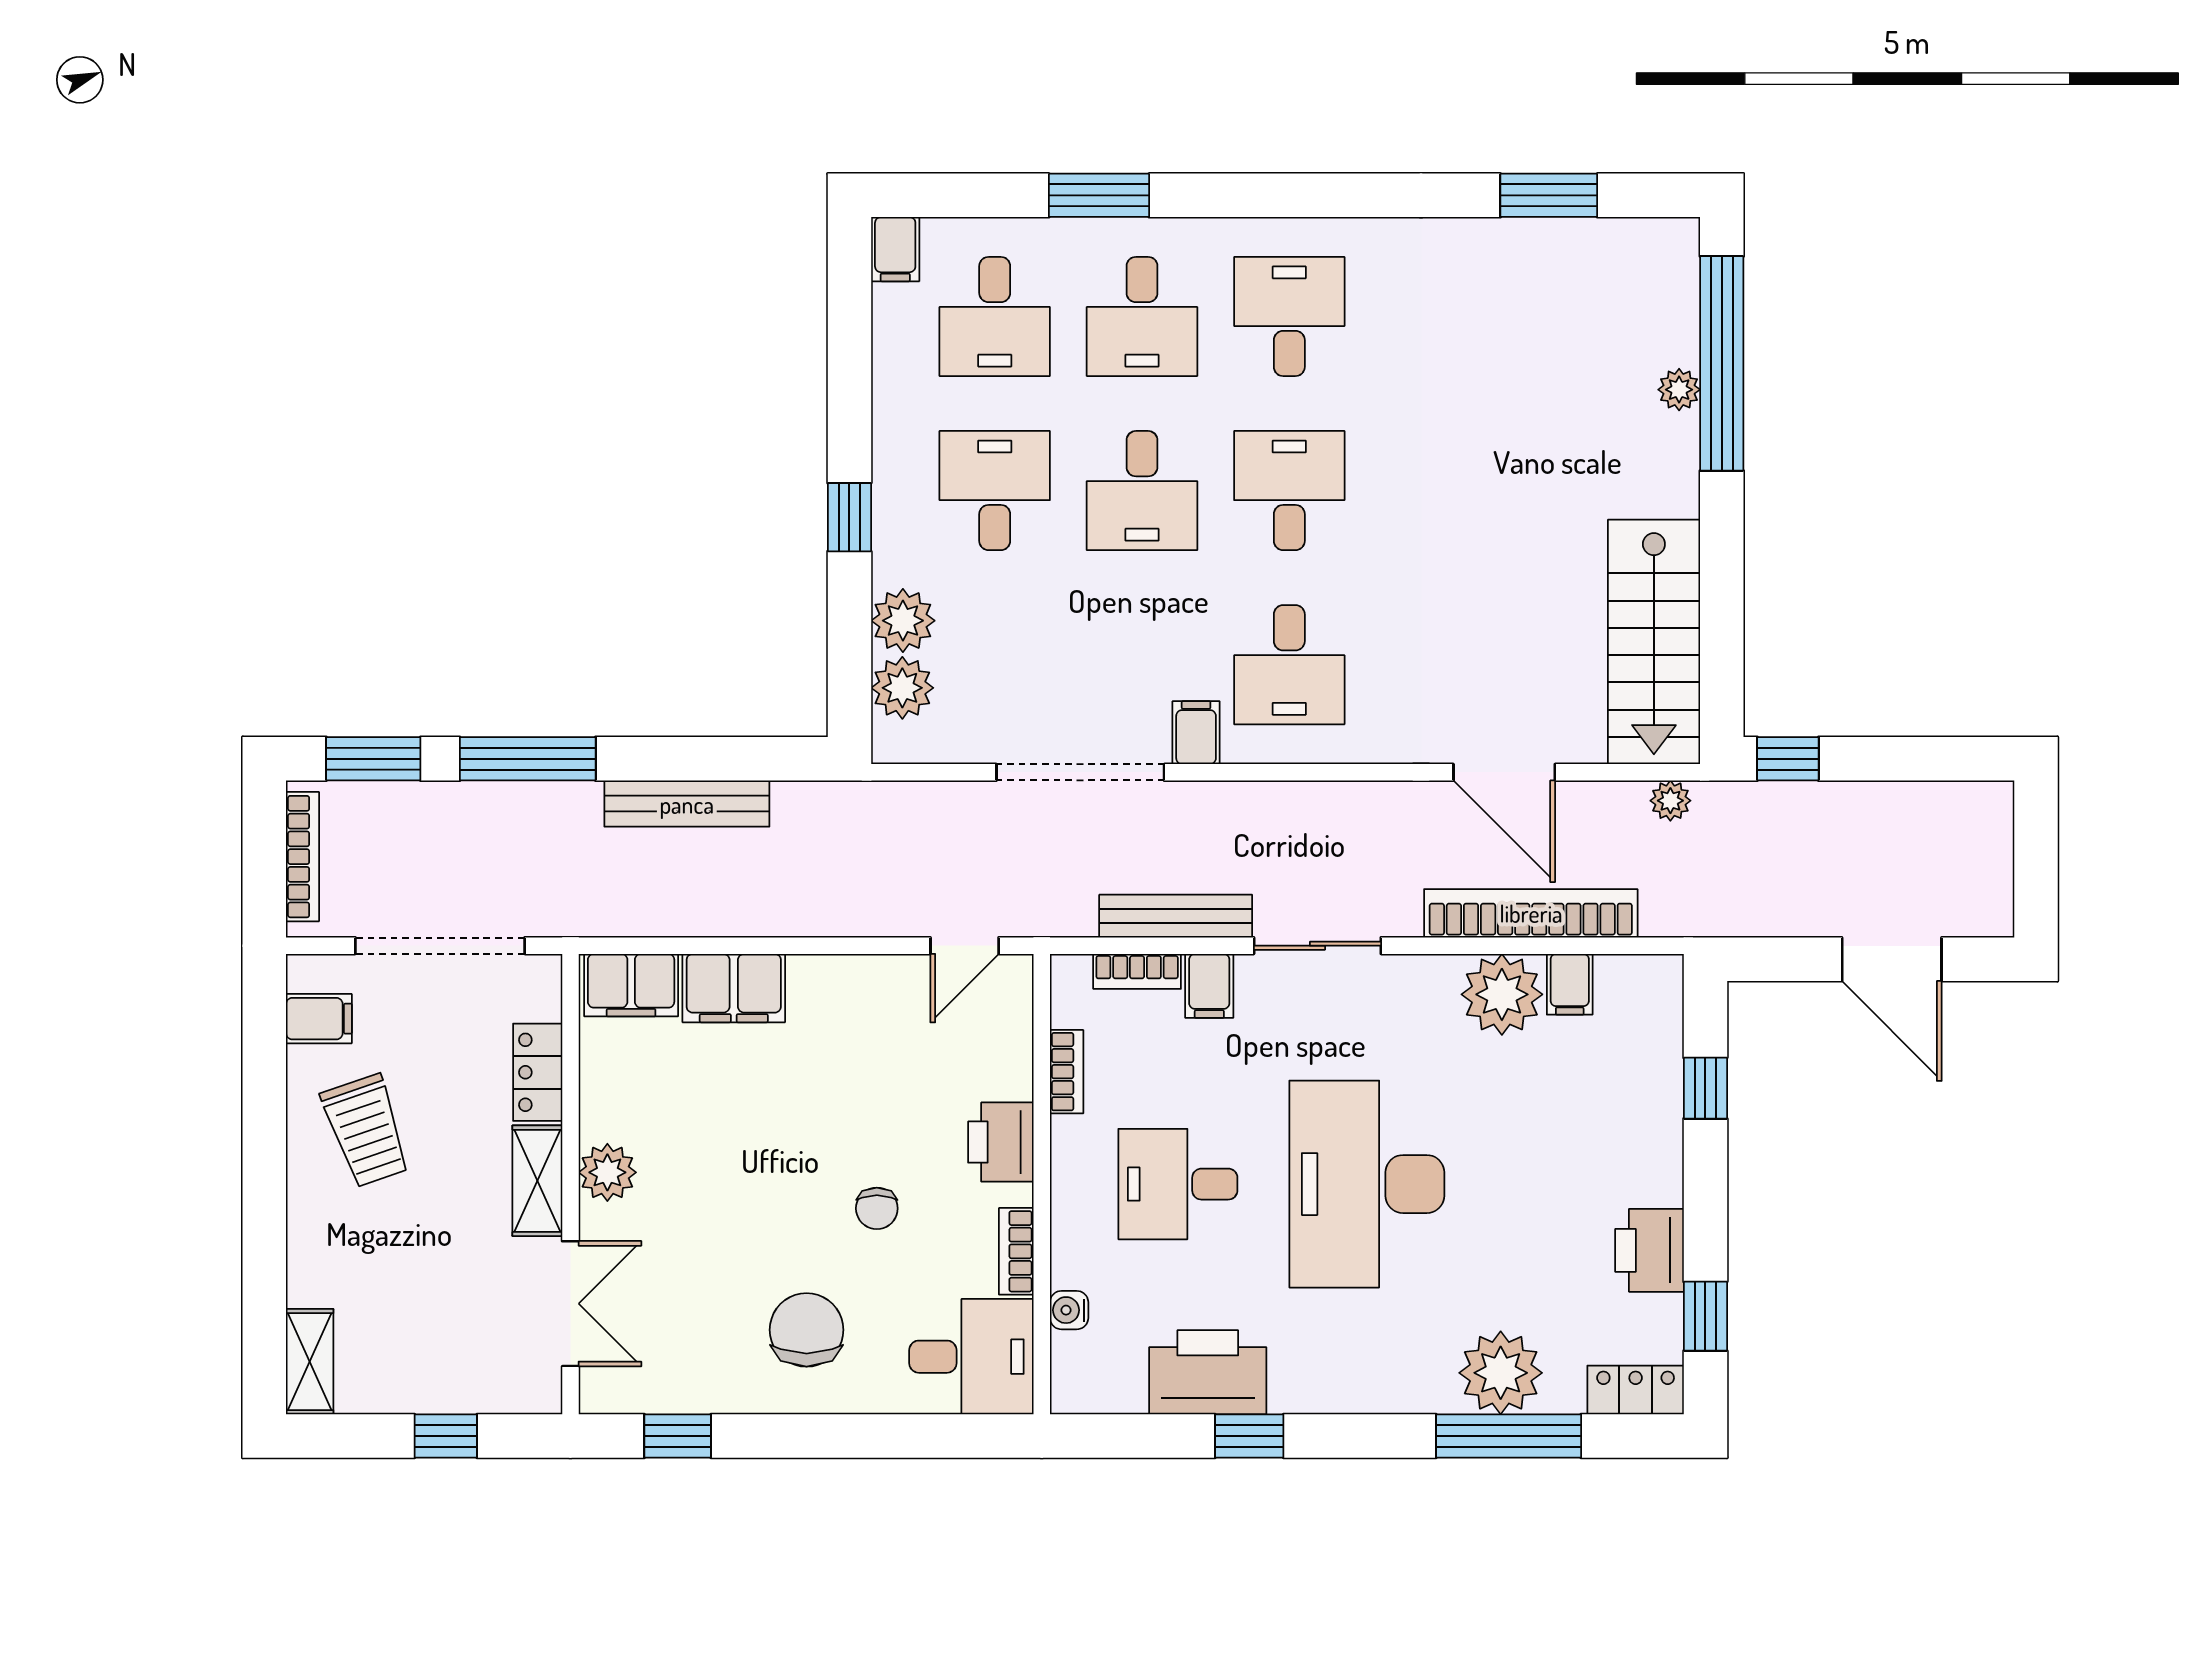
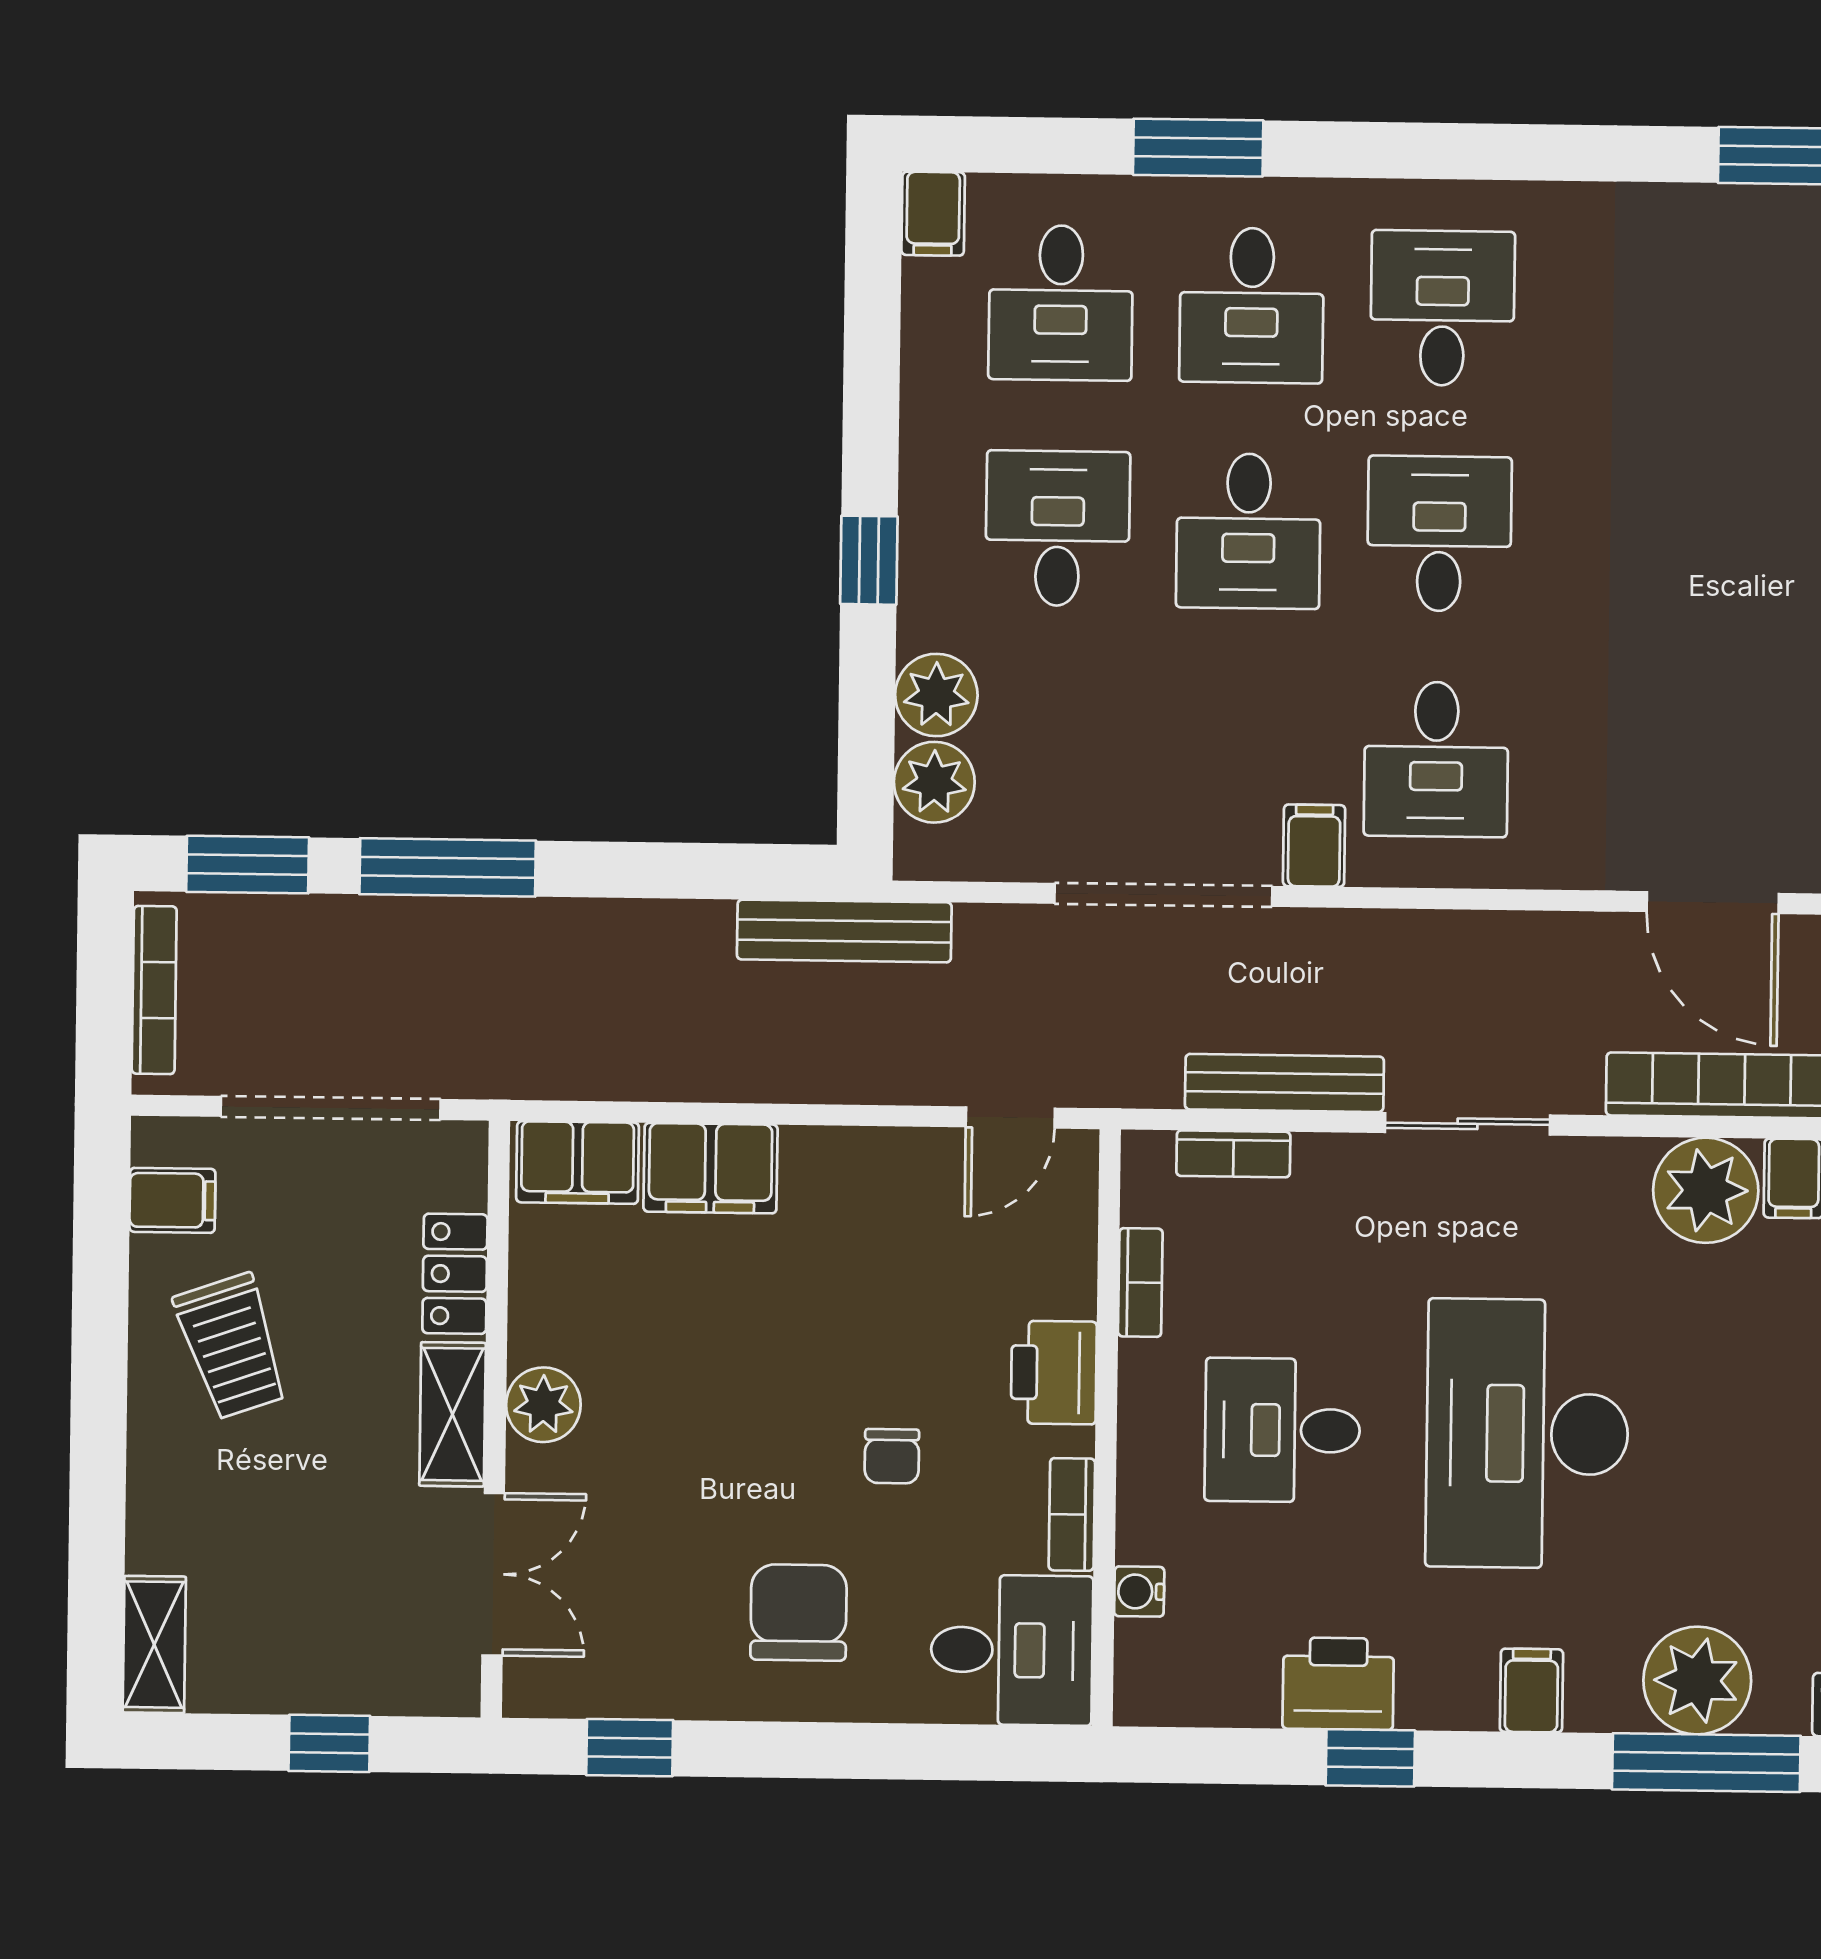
bench: (687, 804) -> (844, 931), moved
filing cabinet: (1209, 986) -> (1531, 1691), moved, turned 180
printer: (1208, 1372) -> (1338, 1684), width x0.73, depth x0.84

